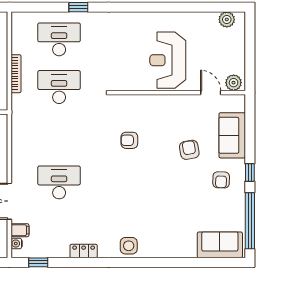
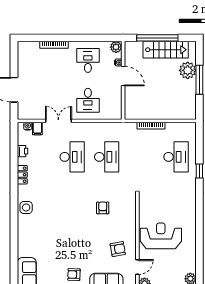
desk: (59, 87) -> (107, 157), moved
armchair: (189, 150) -> (118, 249), moved
printer: (51, 251) -> (22, 151), added
window: (38, 262) -> (14, 142), removed

